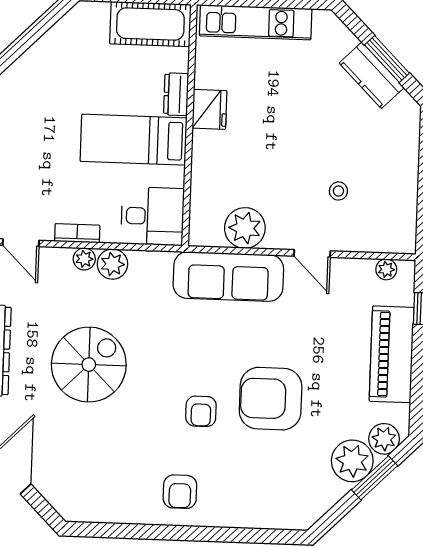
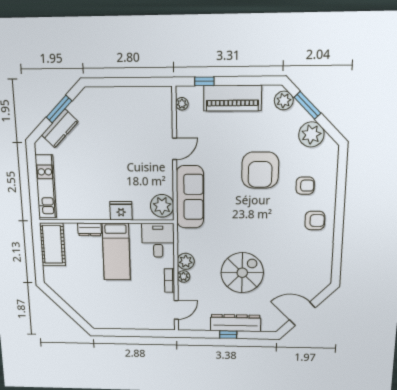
kitchen counter: (372, 75) -> (60, 128), moved
fridge: (210, 109) -> (121, 211), moved
stool: (338, 191) -> (137, 135), removed
plant: (245, 228) -> (162, 206), moved
spiral stairs: (89, 365) -> (242, 273), turned 90
armchair: (201, 411) -> (305, 186), moved
plant: (352, 461) -> (311, 134), moved

